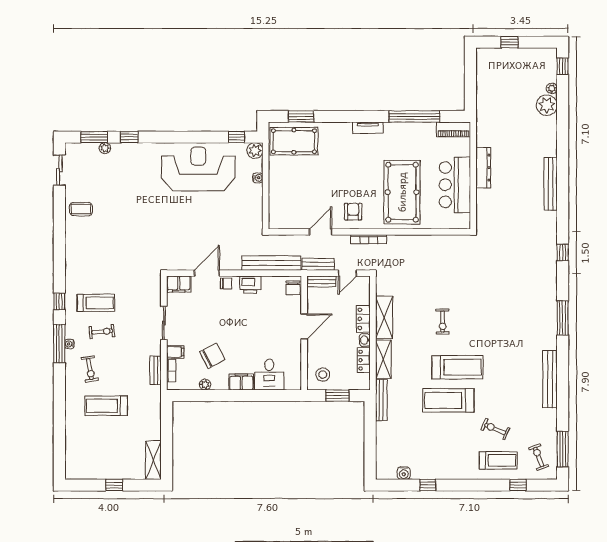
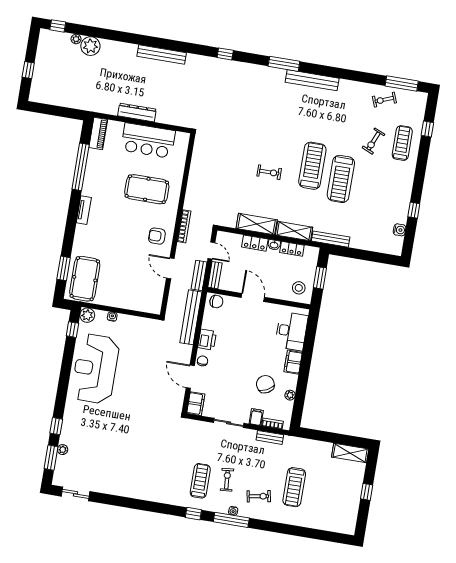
pool table: (402, 192) -> (147, 189), width x0.73, depth x0.76
coffee table: (81, 209) -> (114, 480), removed
desk: (269, 375) -> (291, 331), width x1.37
bench: (550, 379) -> (312, 80), moved
exercise bike: (539, 457) -> (384, 100), moved

